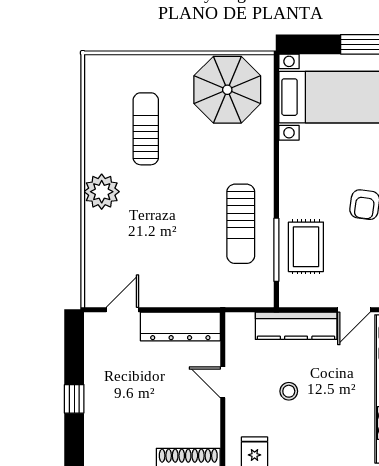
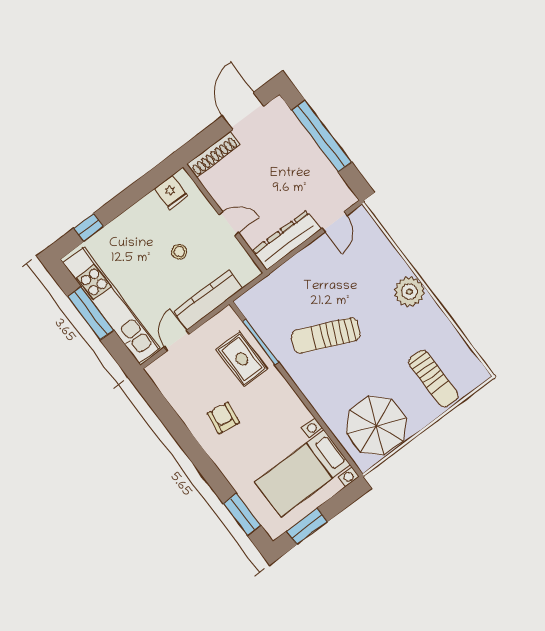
sun lounger: (146, 129) -> (433, 379), moved
sun lounger: (241, 224) -> (326, 335), moved, turned -66
window: (74, 399) -> (322, 136), width x3.17

